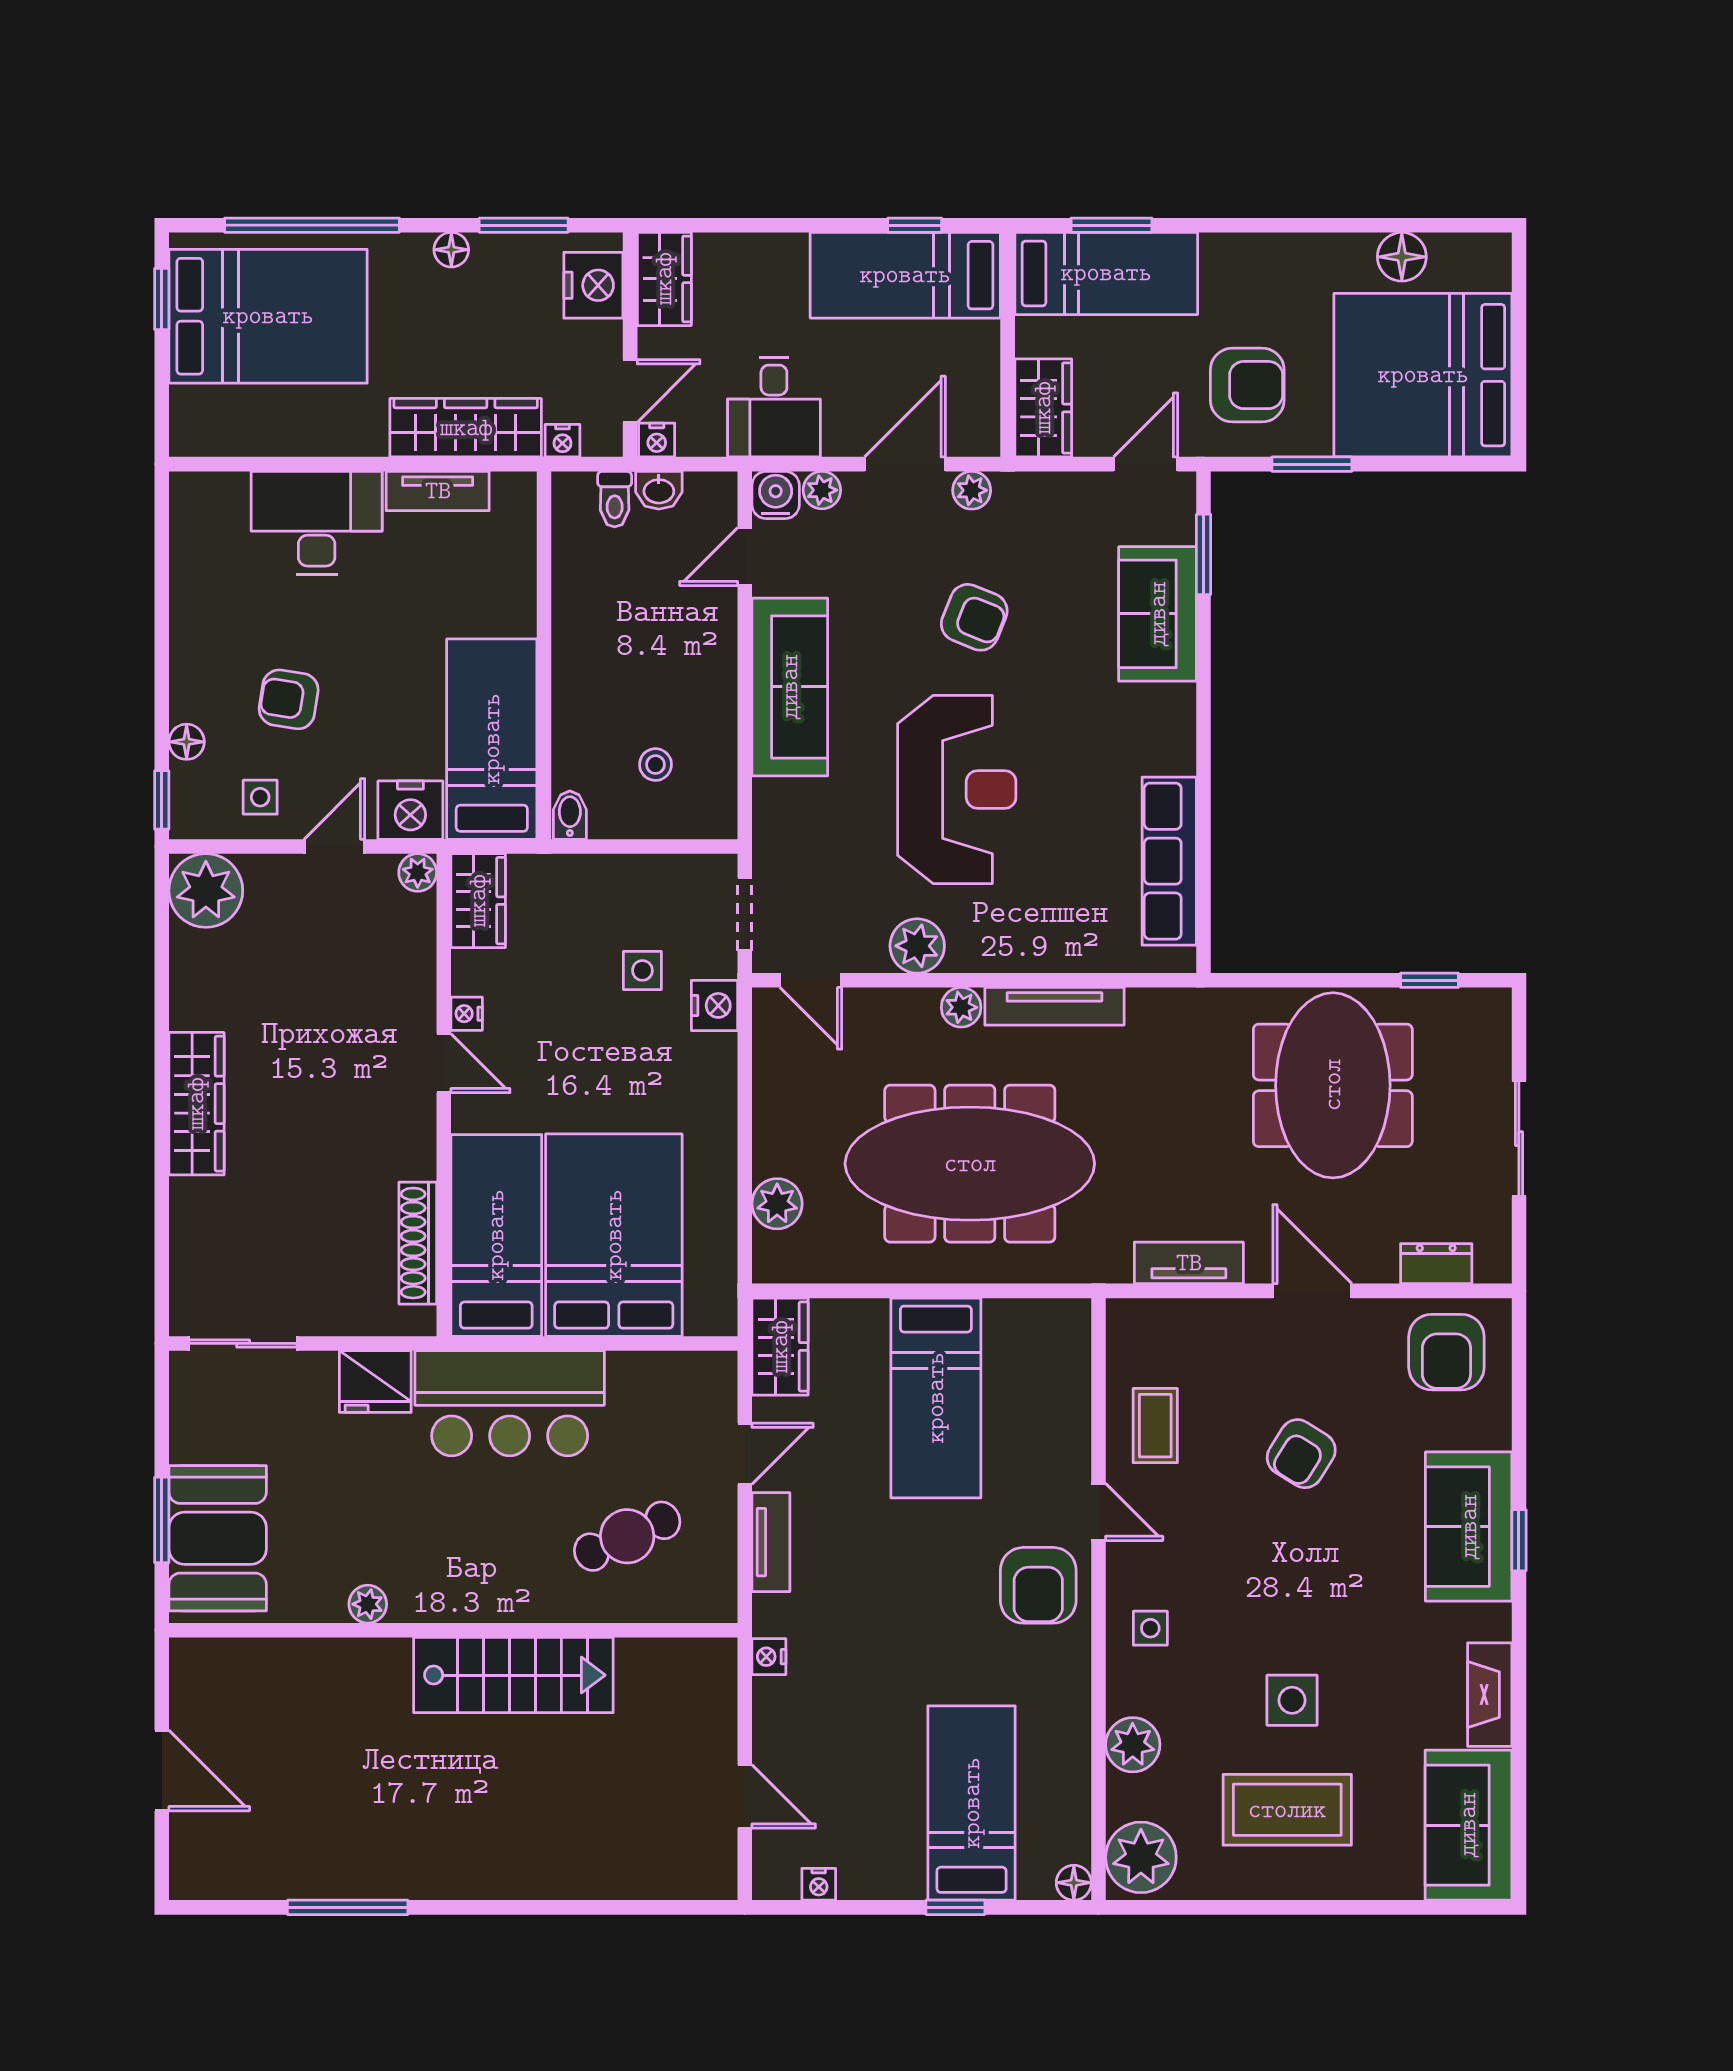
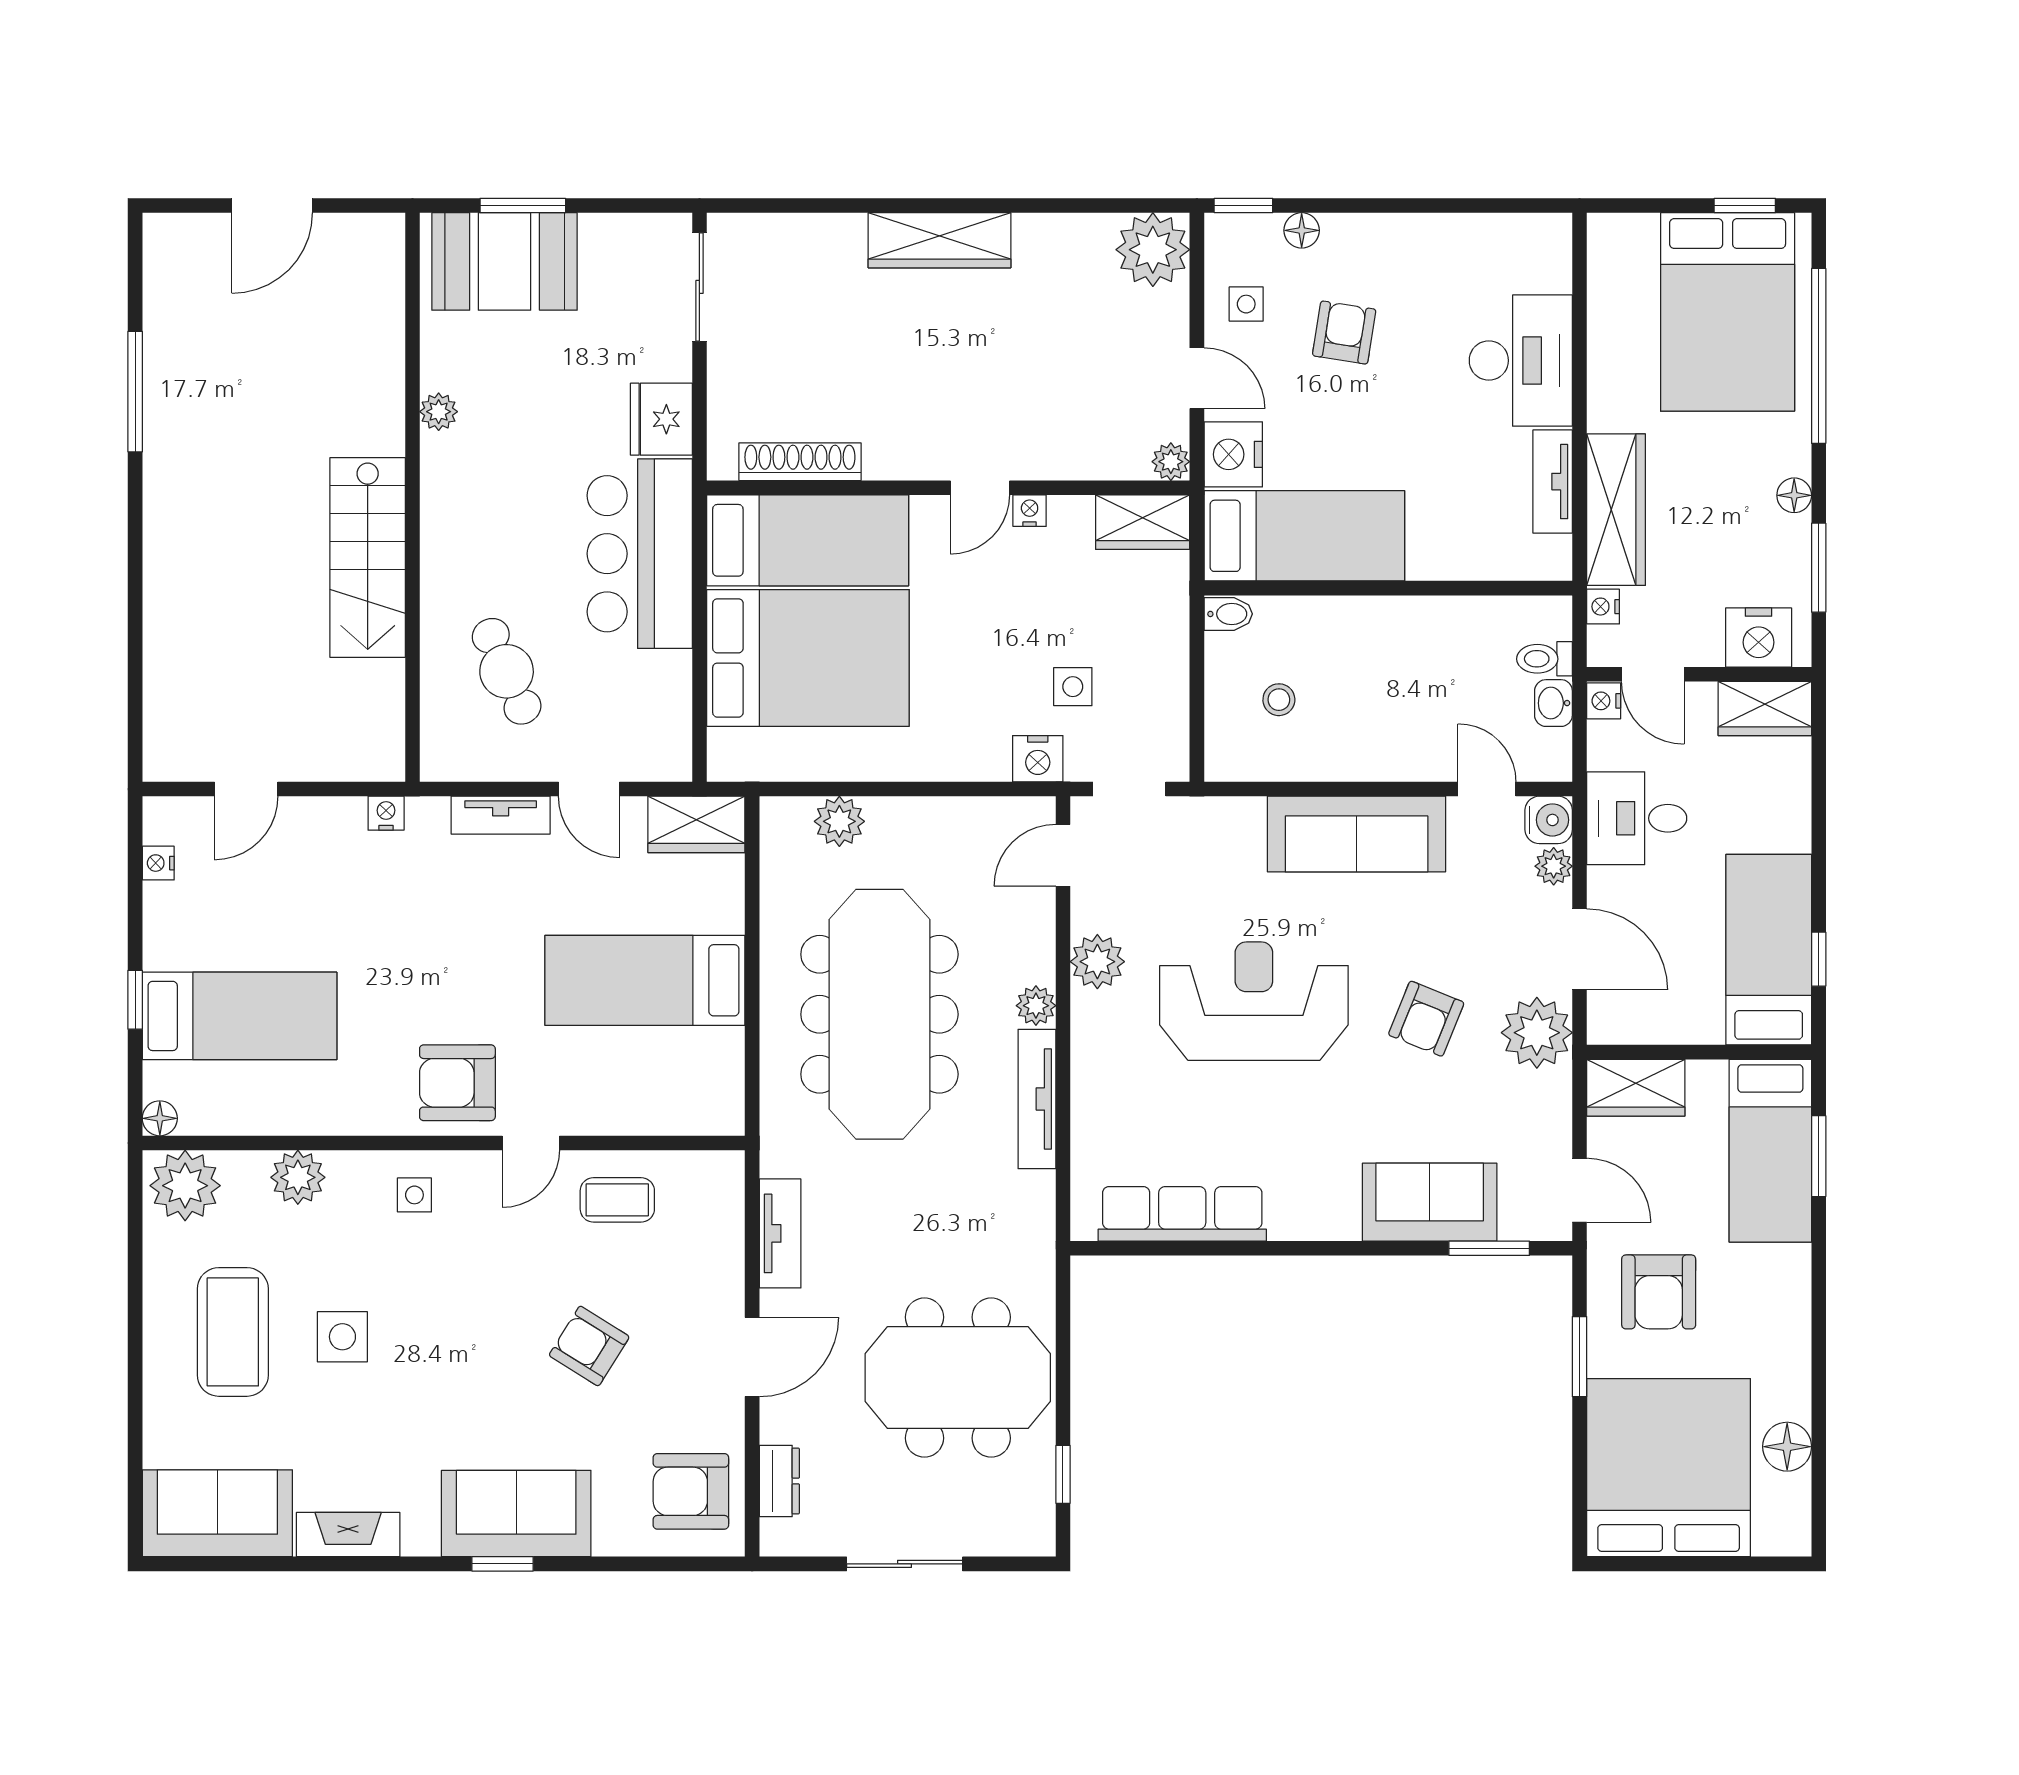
plant: (972, 490) -> (1537, 1033), width x1.88, depth x1.88
reception desk: (957, 790) -> (1254, 1001), turned 180

